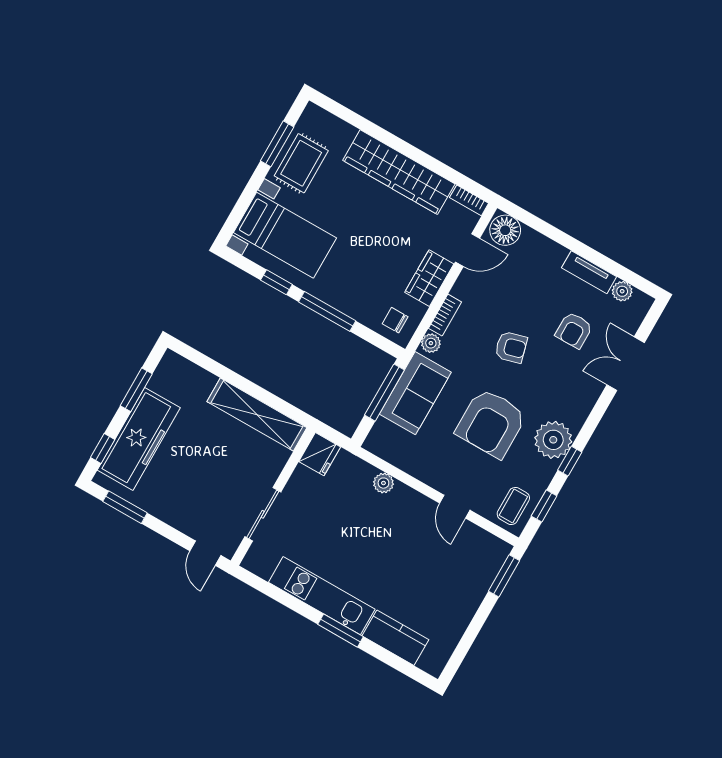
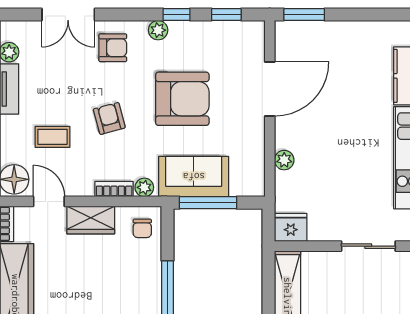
armchair: (574, 330) -> (113, 48), moved
plant: (553, 440) -> (158, 30), width x0.53, depth x0.53
coffee table: (513, 506) -> (52, 137), moved
door: (455, 507) -> (270, 89), width x1.88

